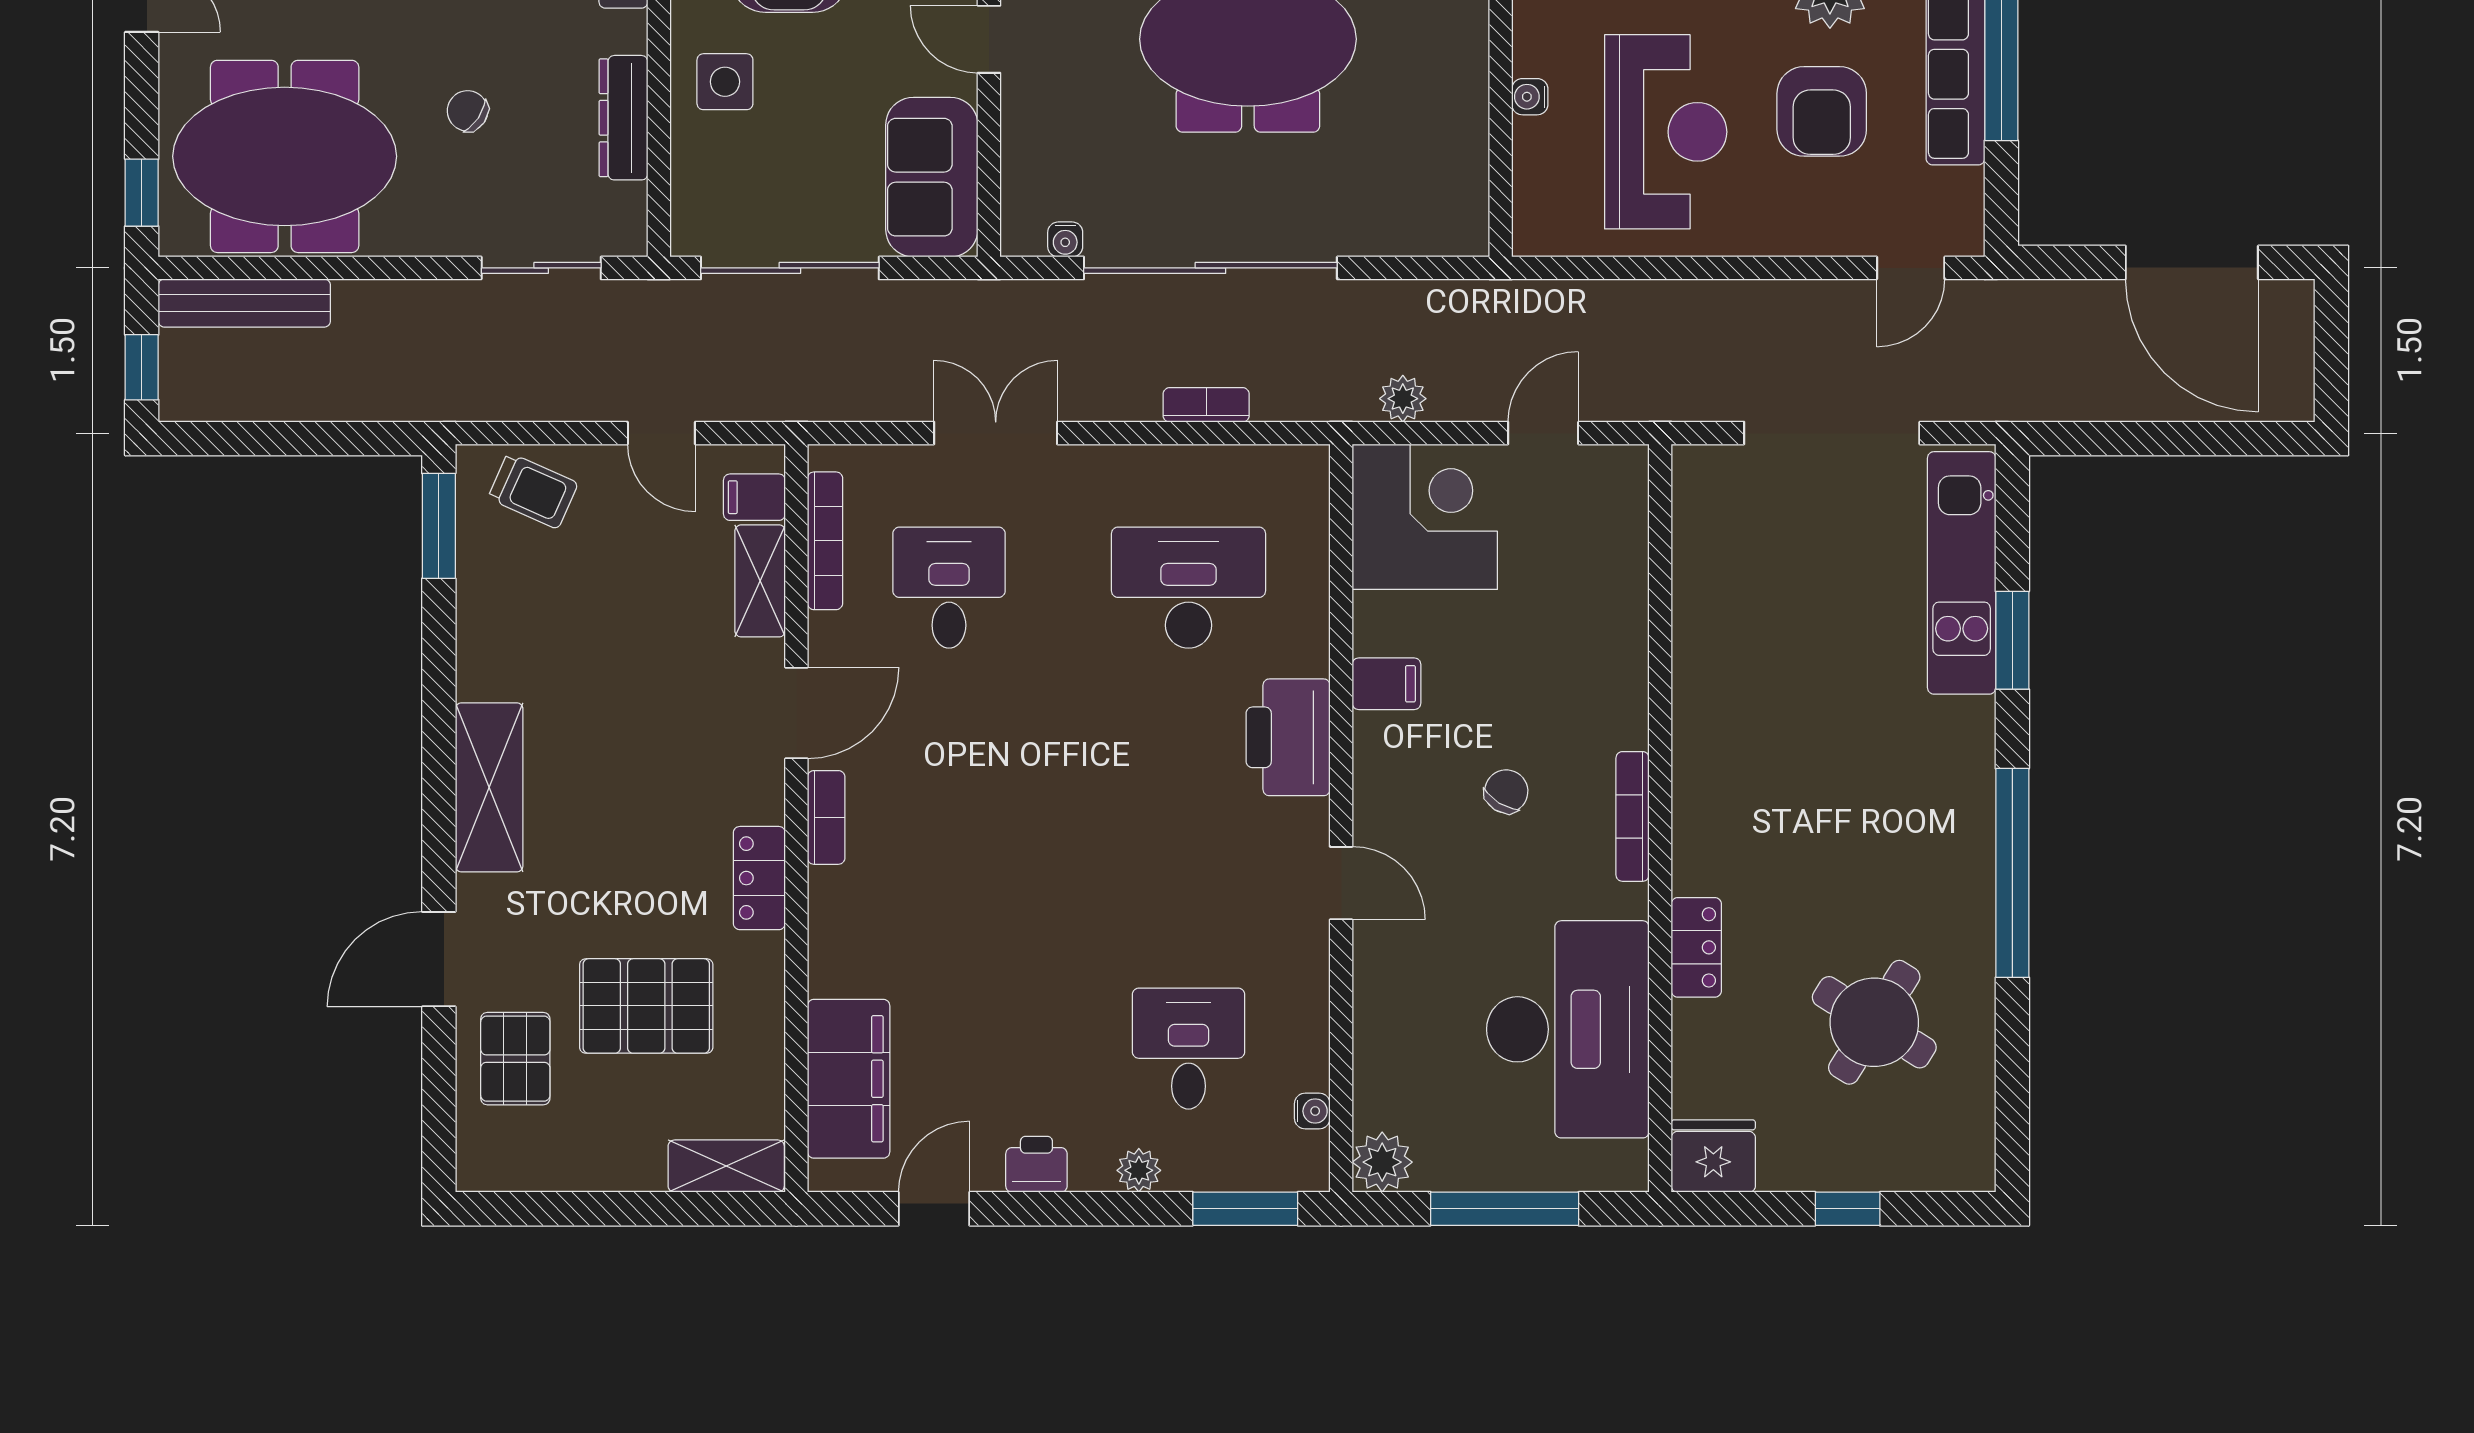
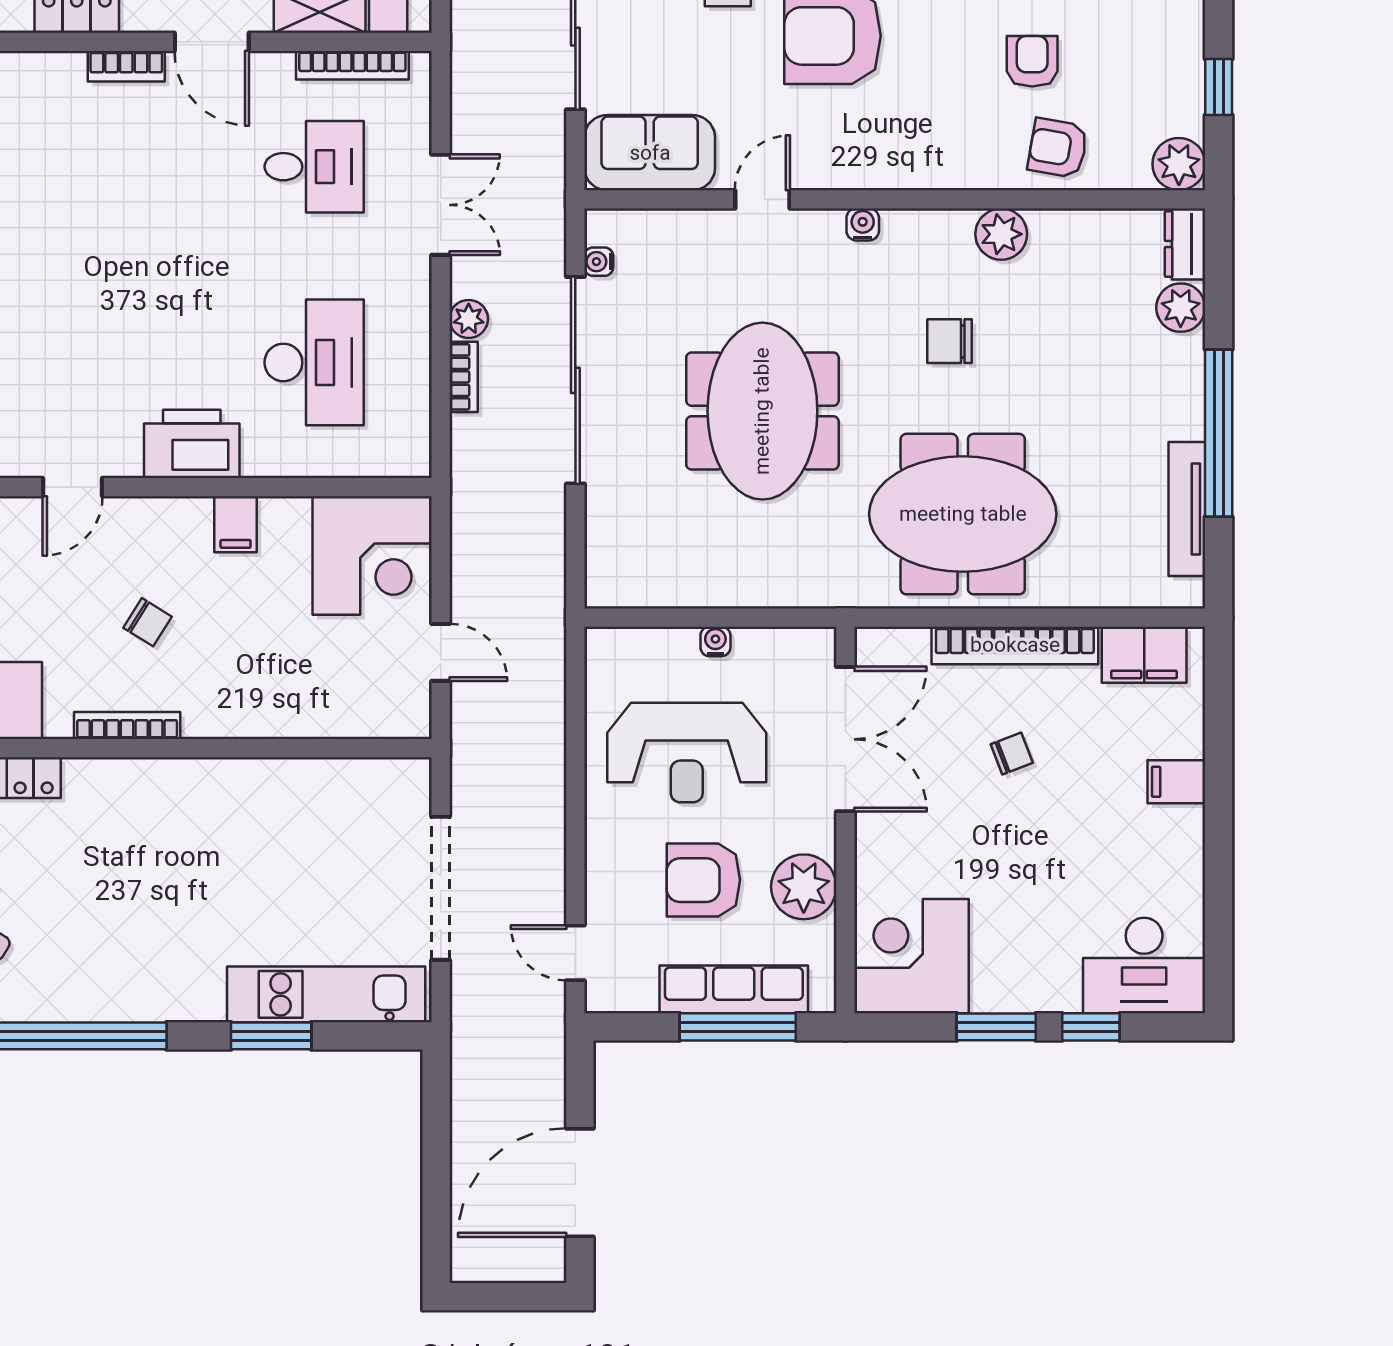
plant: (1403, 399) -> (469, 319), moved

